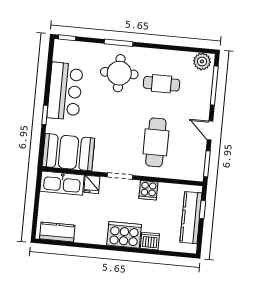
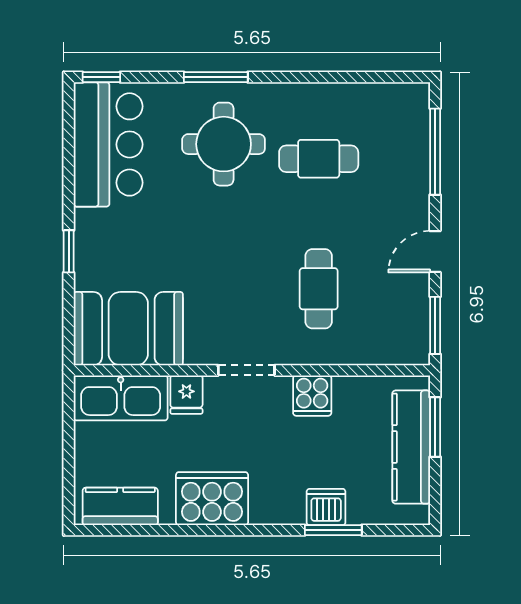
plant: (202, 61) -> (403, 101), removed
bar counter: (65, 91) -> (108, 144), moved
door: (210, 131) -> (435, 252), hinge flipped
cafe table: (156, 142) -> (319, 289), width x0.73, depth x0.74
window: (202, 210) -> (435, 427), width x1.50
cooker: (124, 235) -> (212, 499), moved
window: (152, 252) -> (333, 530), added

